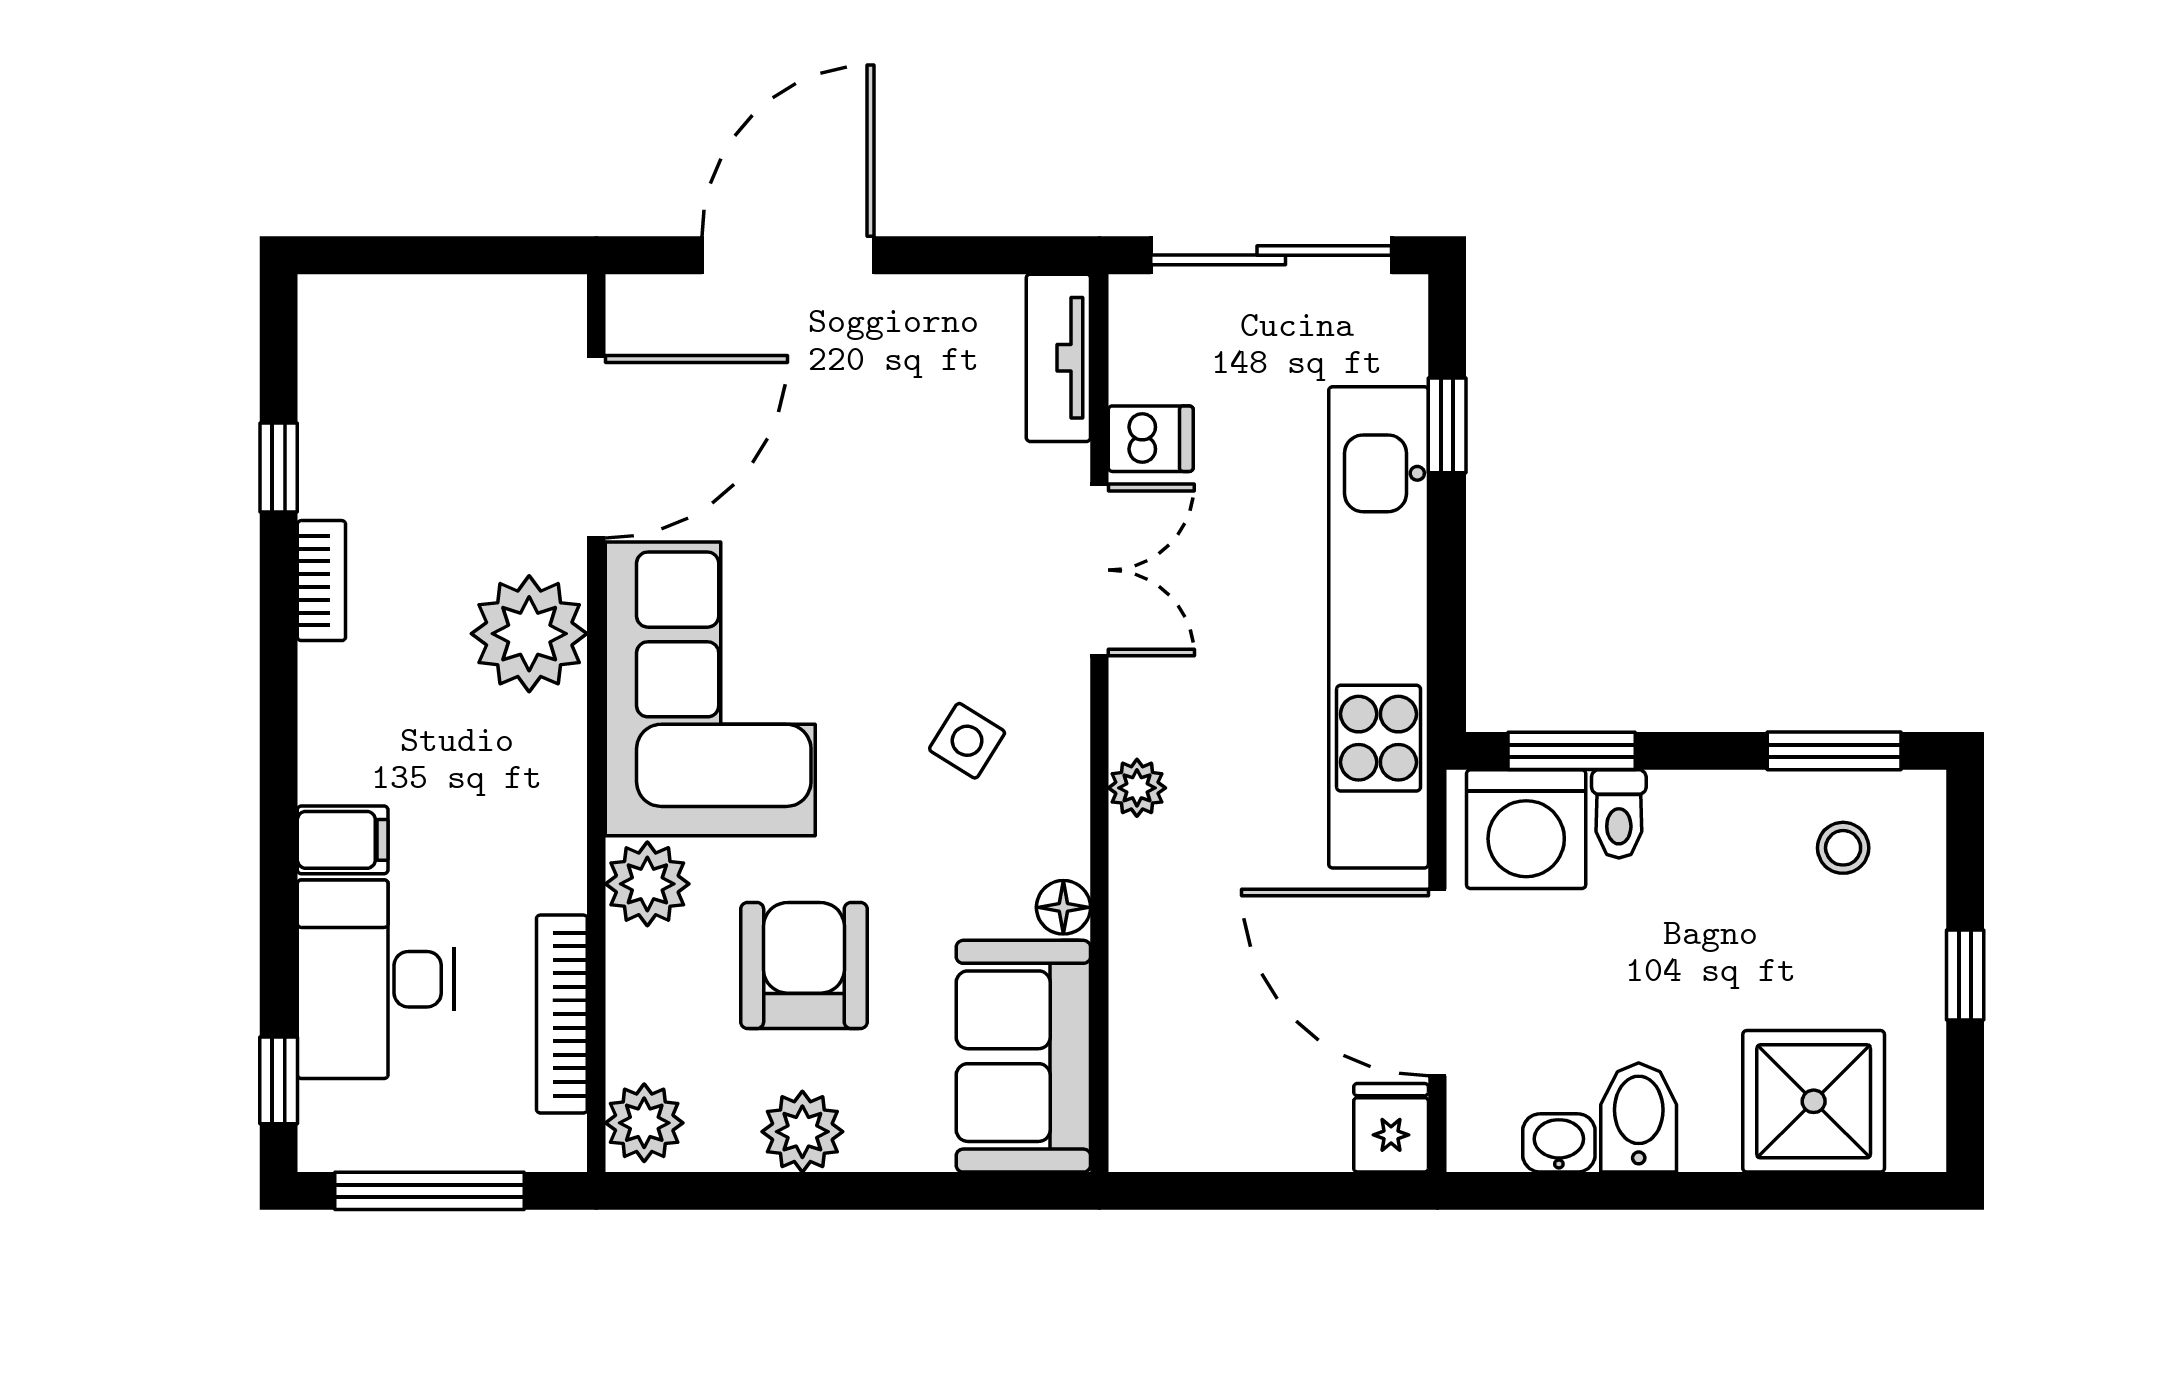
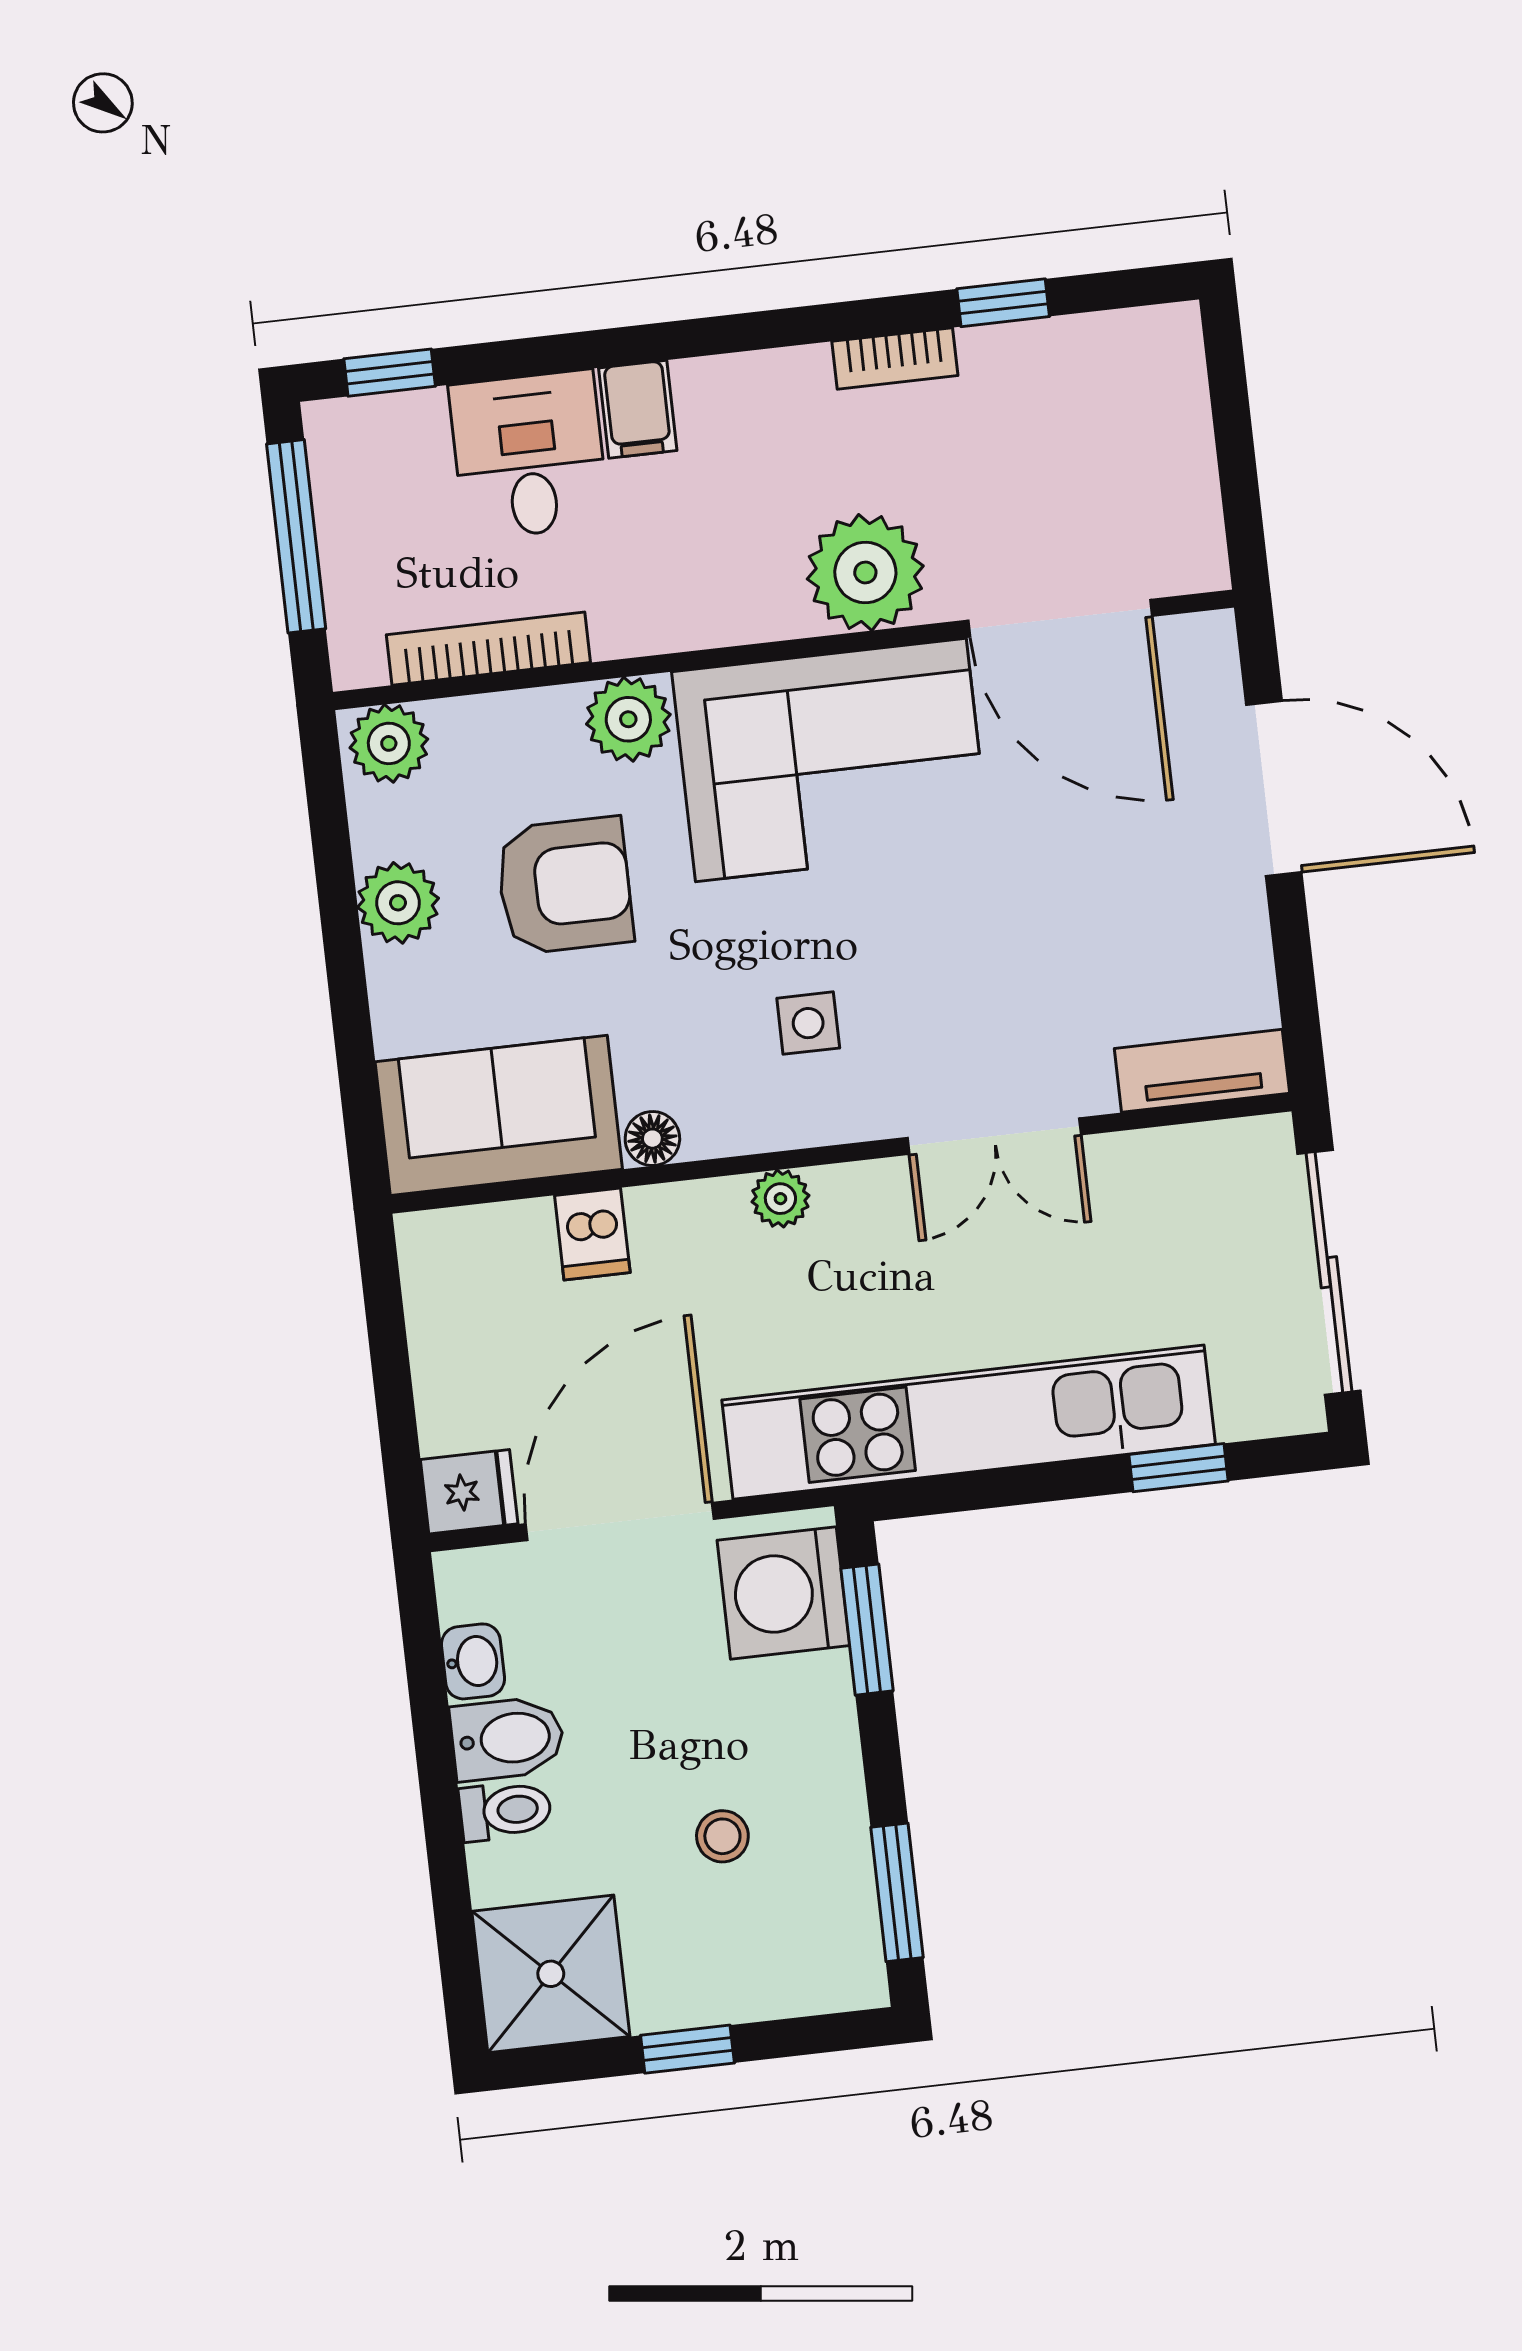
dishwasher: (1151, 439) -> (592, 1234), moved
side table: (967, 741) -> (808, 1023), turned -32
toilet: (1619, 814) -> (505, 1811), moved, turned 180
stool: (1843, 848) -> (722, 1836), moved
desk: (375, 979) -> (529, 455), width x0.73
shower: (1814, 1101) -> (551, 1974), moved

